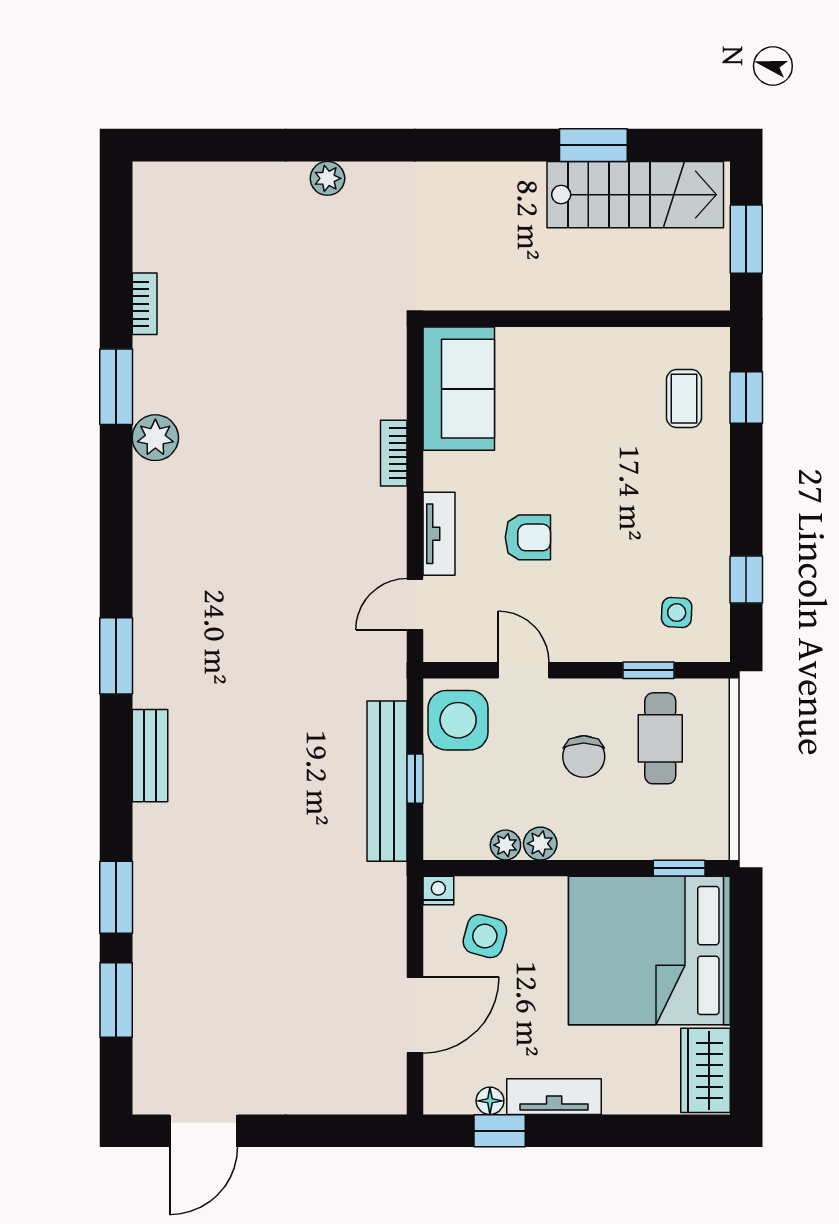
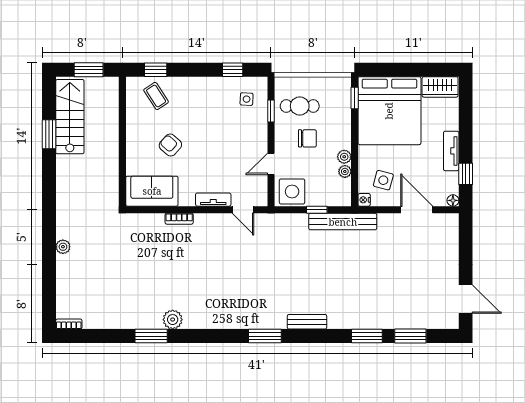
bookcase: (145, 304) -> (69, 324), moved
coffee table: (684, 399) -> (156, 96), turned 57
armchair: (528, 537) -> (170, 145), moved, turned -48
bench: (387, 781) -> (343, 222), moved
floor lamp: (490, 1101) -> (453, 200), moved

